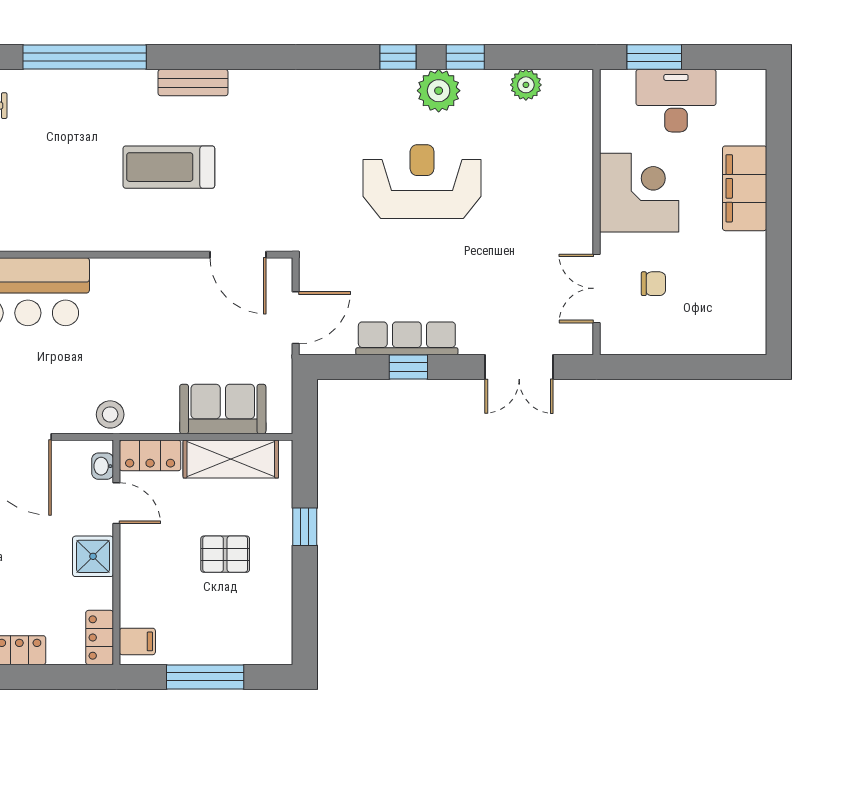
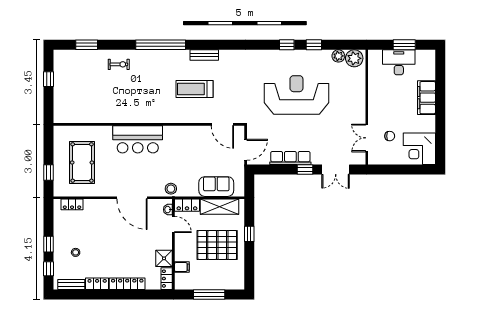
window: (654, 57) -> (404, 45), moved
plant: (439, 91) -> (354, 58), moved
reception desk: (422, 182) -> (296, 95), width x1.36, depth x1.30
corner desk: (639, 193) -> (419, 149), moved, turned 180
window: (408, 367) -> (305, 170), moved
pallet: (225, 554) -> (217, 245), width x2.05, depth x2.00
shower: (93, 556) -> (164, 258), moved
filing cabinet: (137, 641) -> (182, 267), moved

